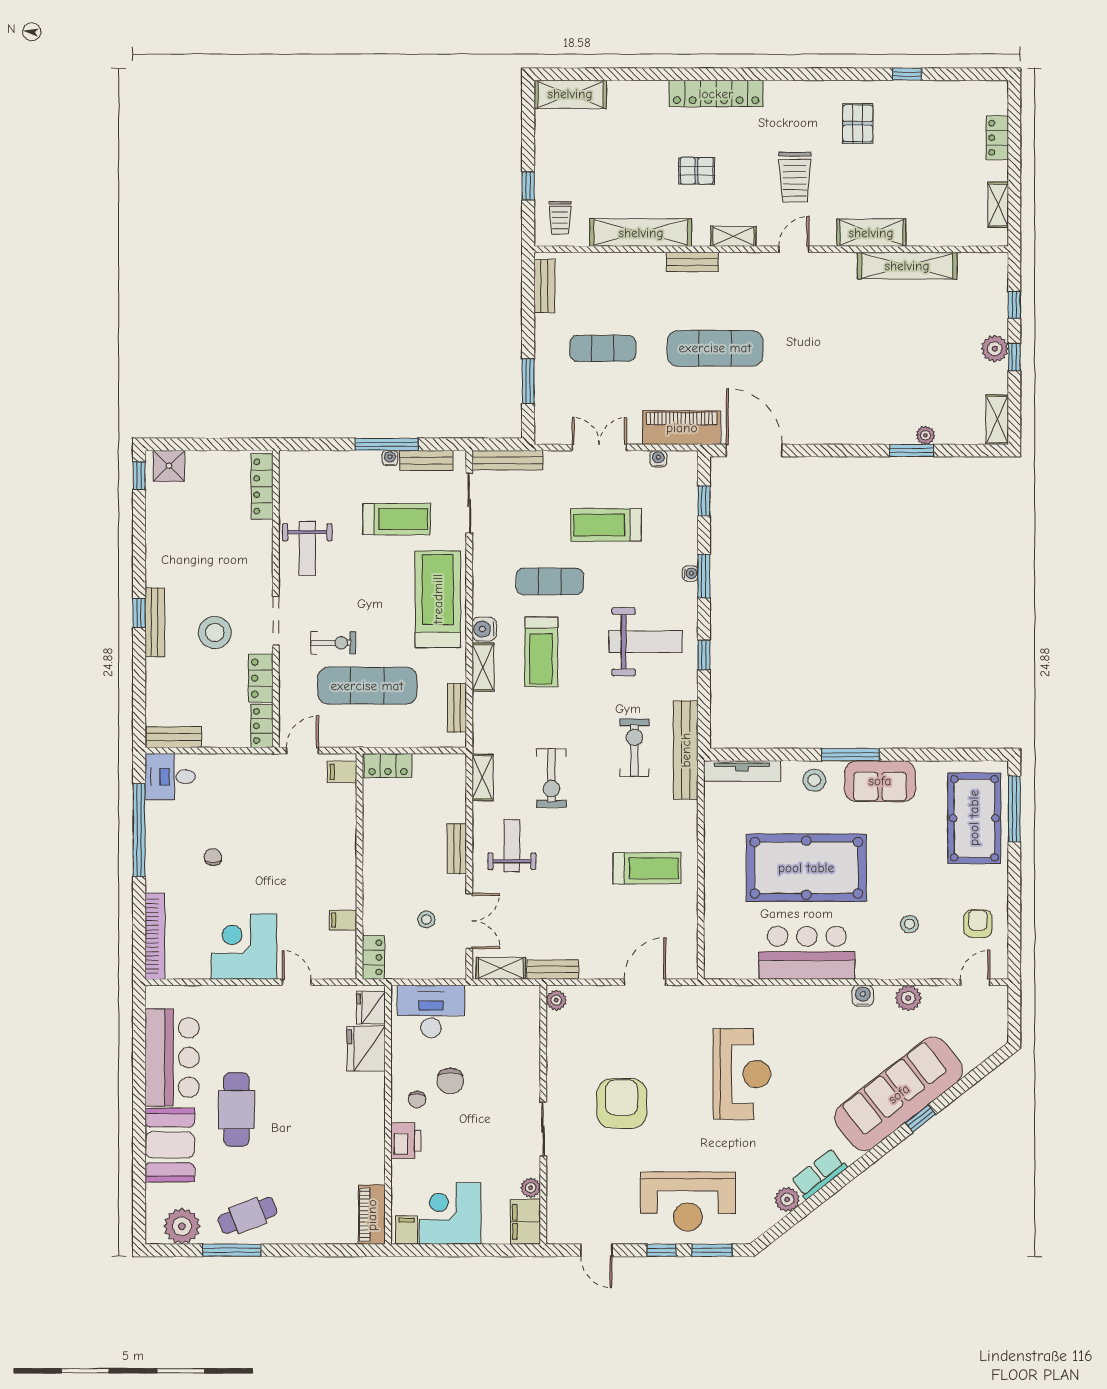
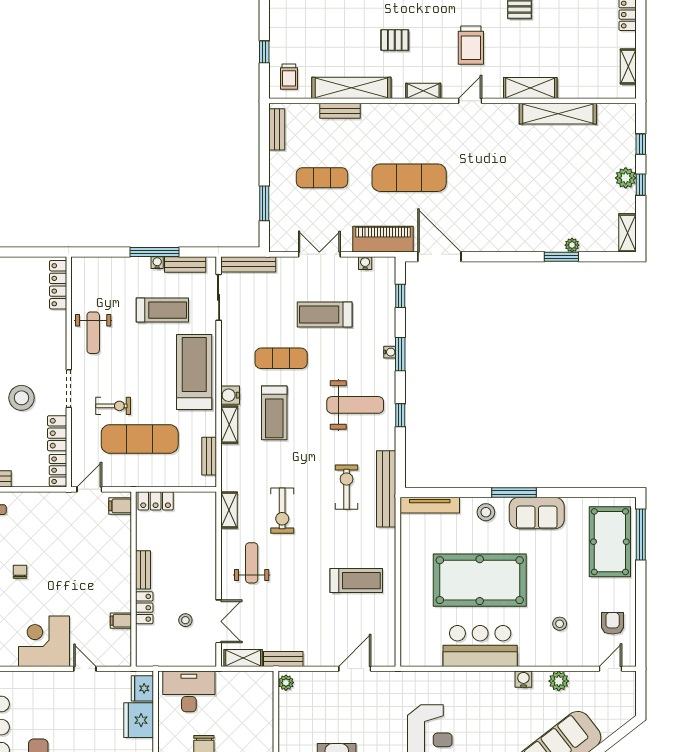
bench: (692, 262) -> (340, 111), moved
bench: (457, 849) -> (143, 570), moved
locker: (373, 957) -> (144, 608), moved

